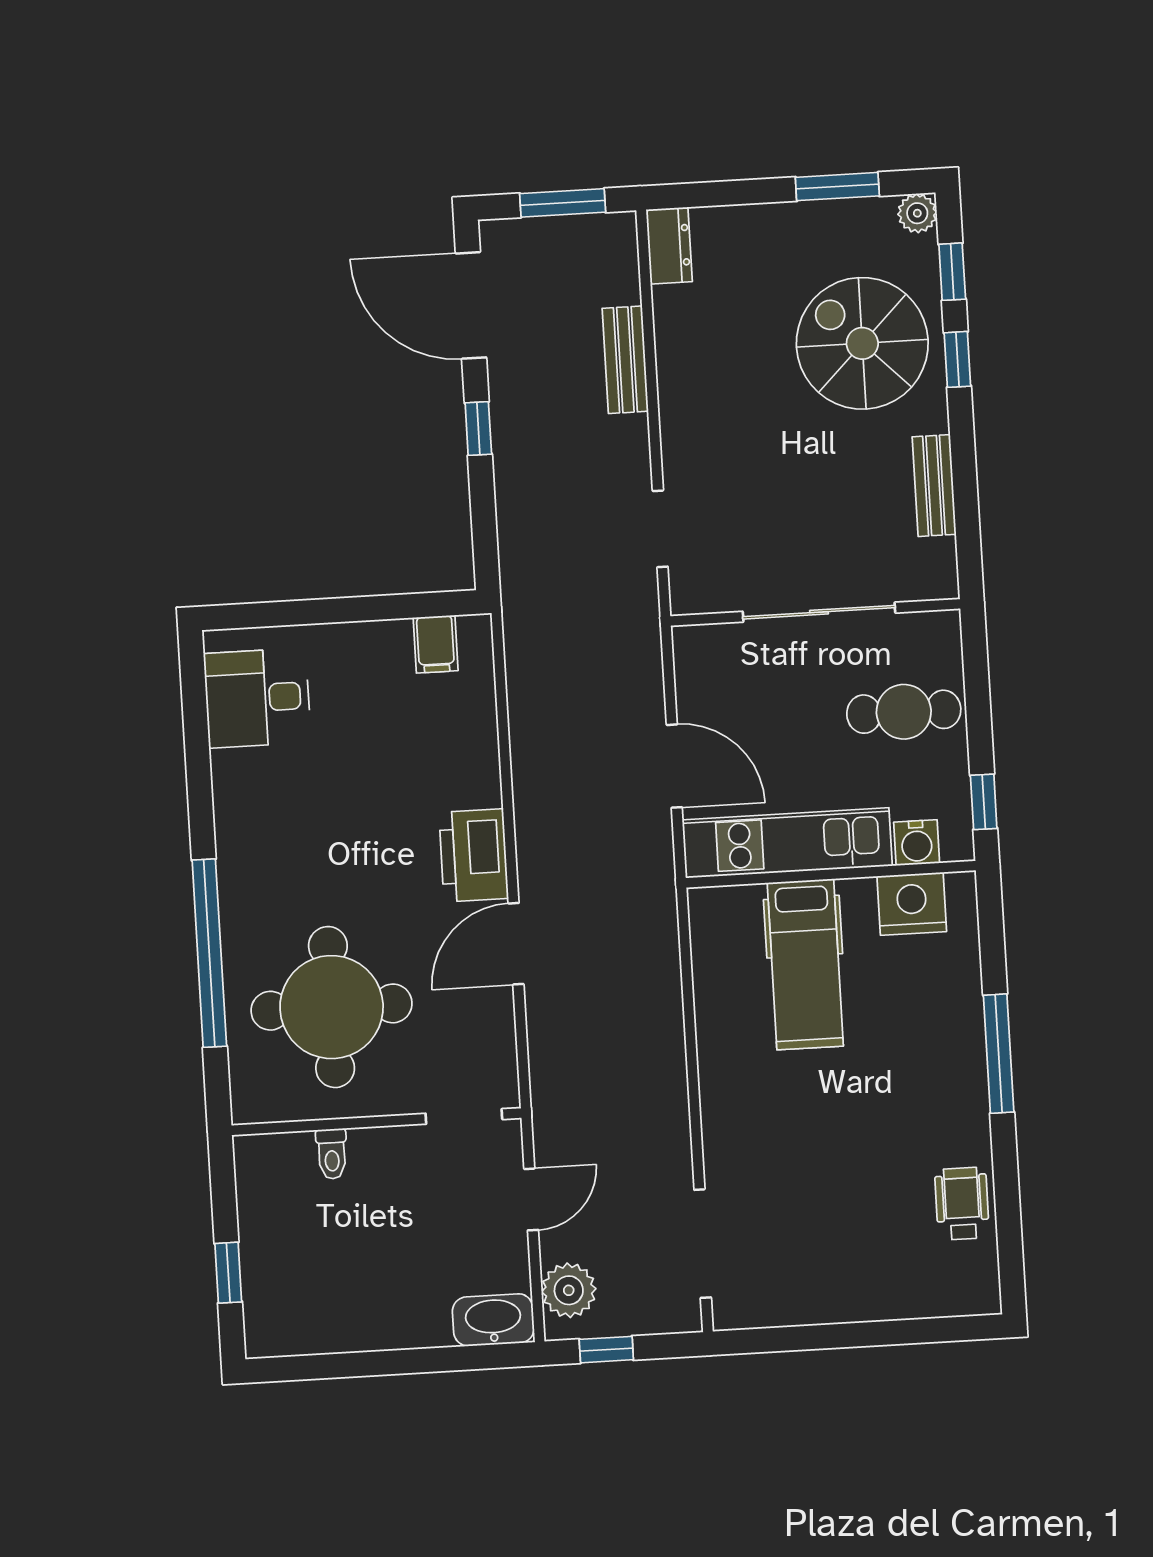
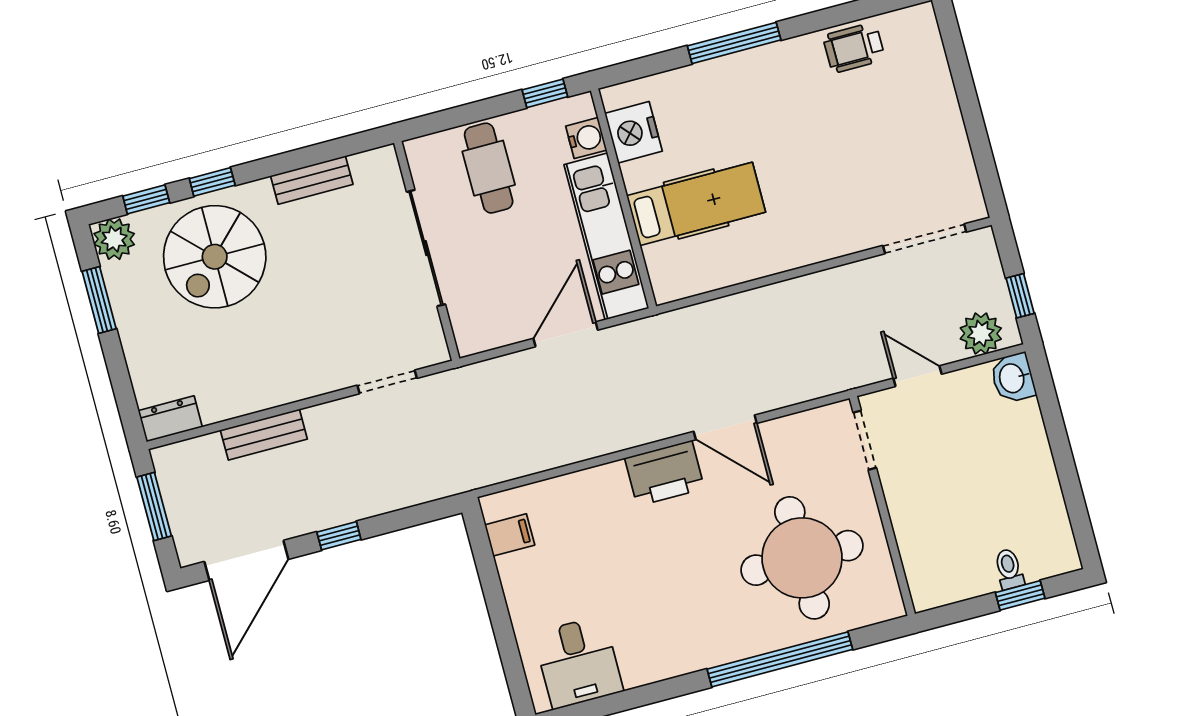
plant: (917, 213) -> (114, 239), width x1.38, depth x1.38
toilet: (332, 1154) -> (1009, 569), moved, turned -90
washbasin: (493, 1320) -> (1013, 378), width x0.72

